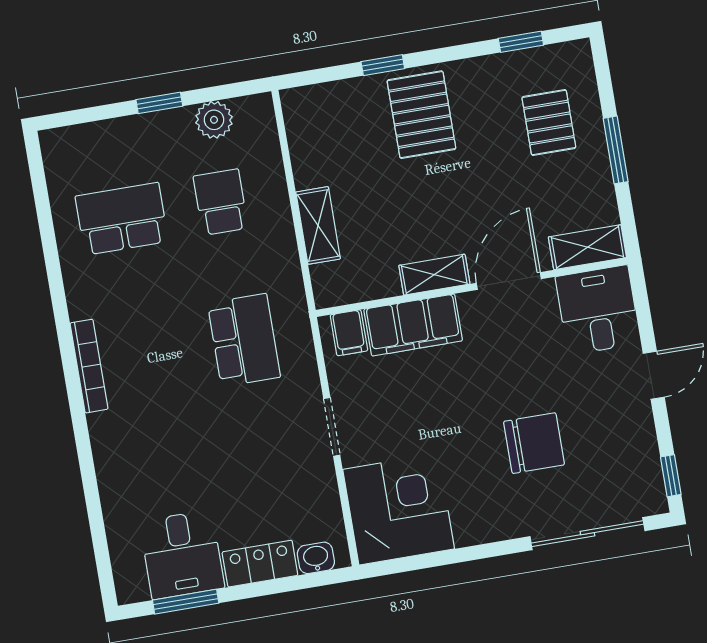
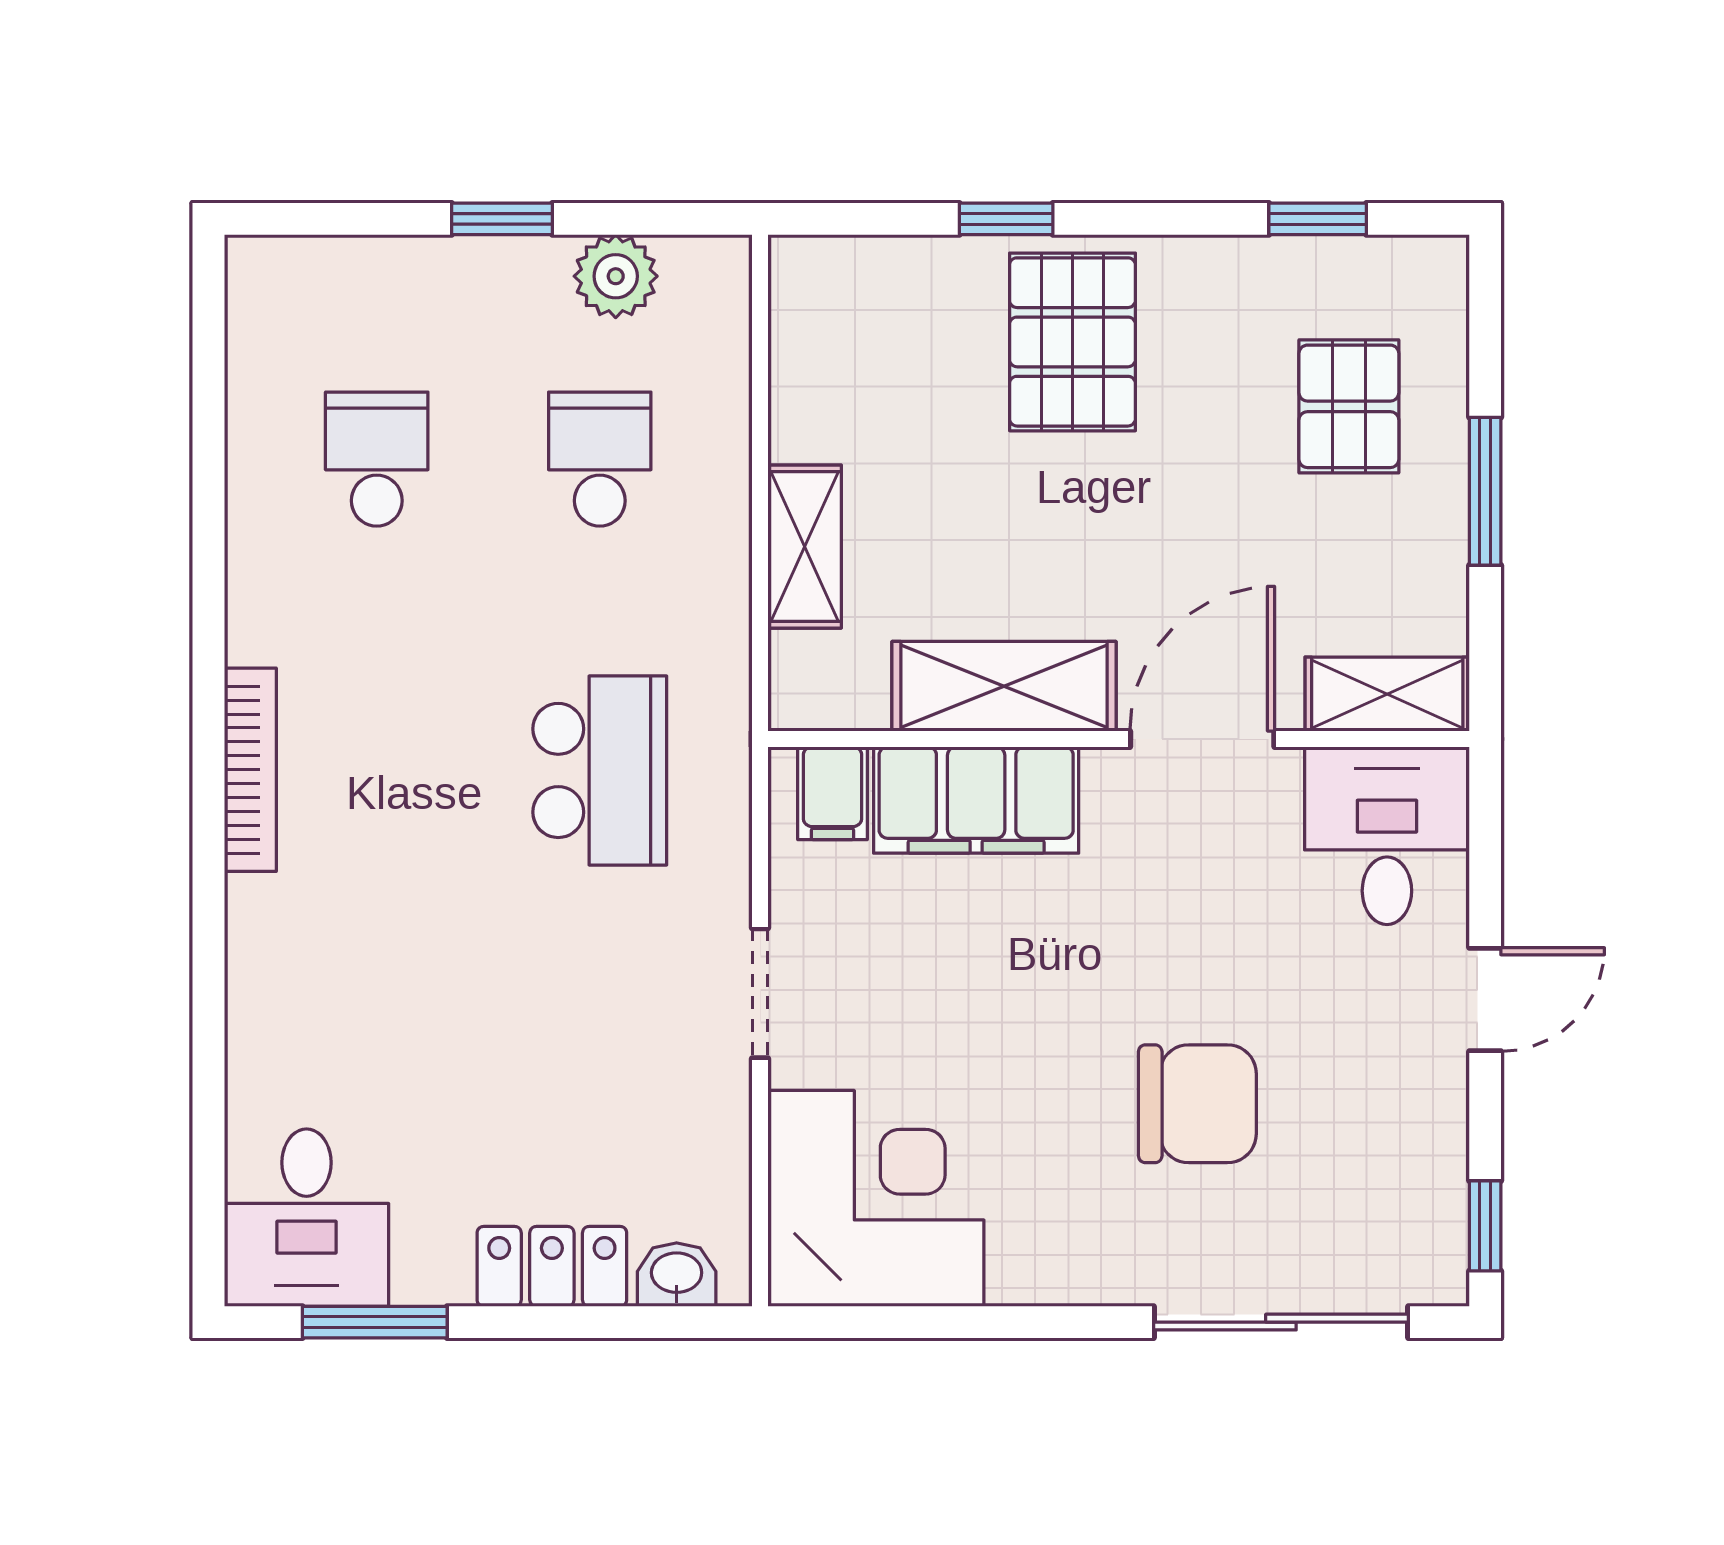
school desk: (122, 219) -> (377, 459), width x0.54
shelving: (434, 275) -> (1004, 686), width x1.50, depth x1.33
desk: (182, 555) -> (306, 1218), moved

